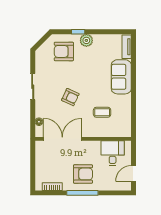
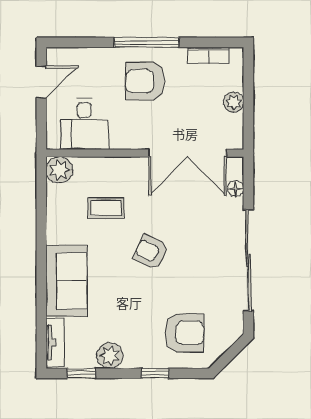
window: (114, 32) -> (81, 373), added
plant: (86, 40) -> (110, 356), moved
sliding door: (33, 87) -> (248, 261), width x1.86
armchair: (70, 97) -> (151, 252), moved
plant: (125, 131) -> (59, 170), added
plant: (40, 164) -> (234, 102), added

